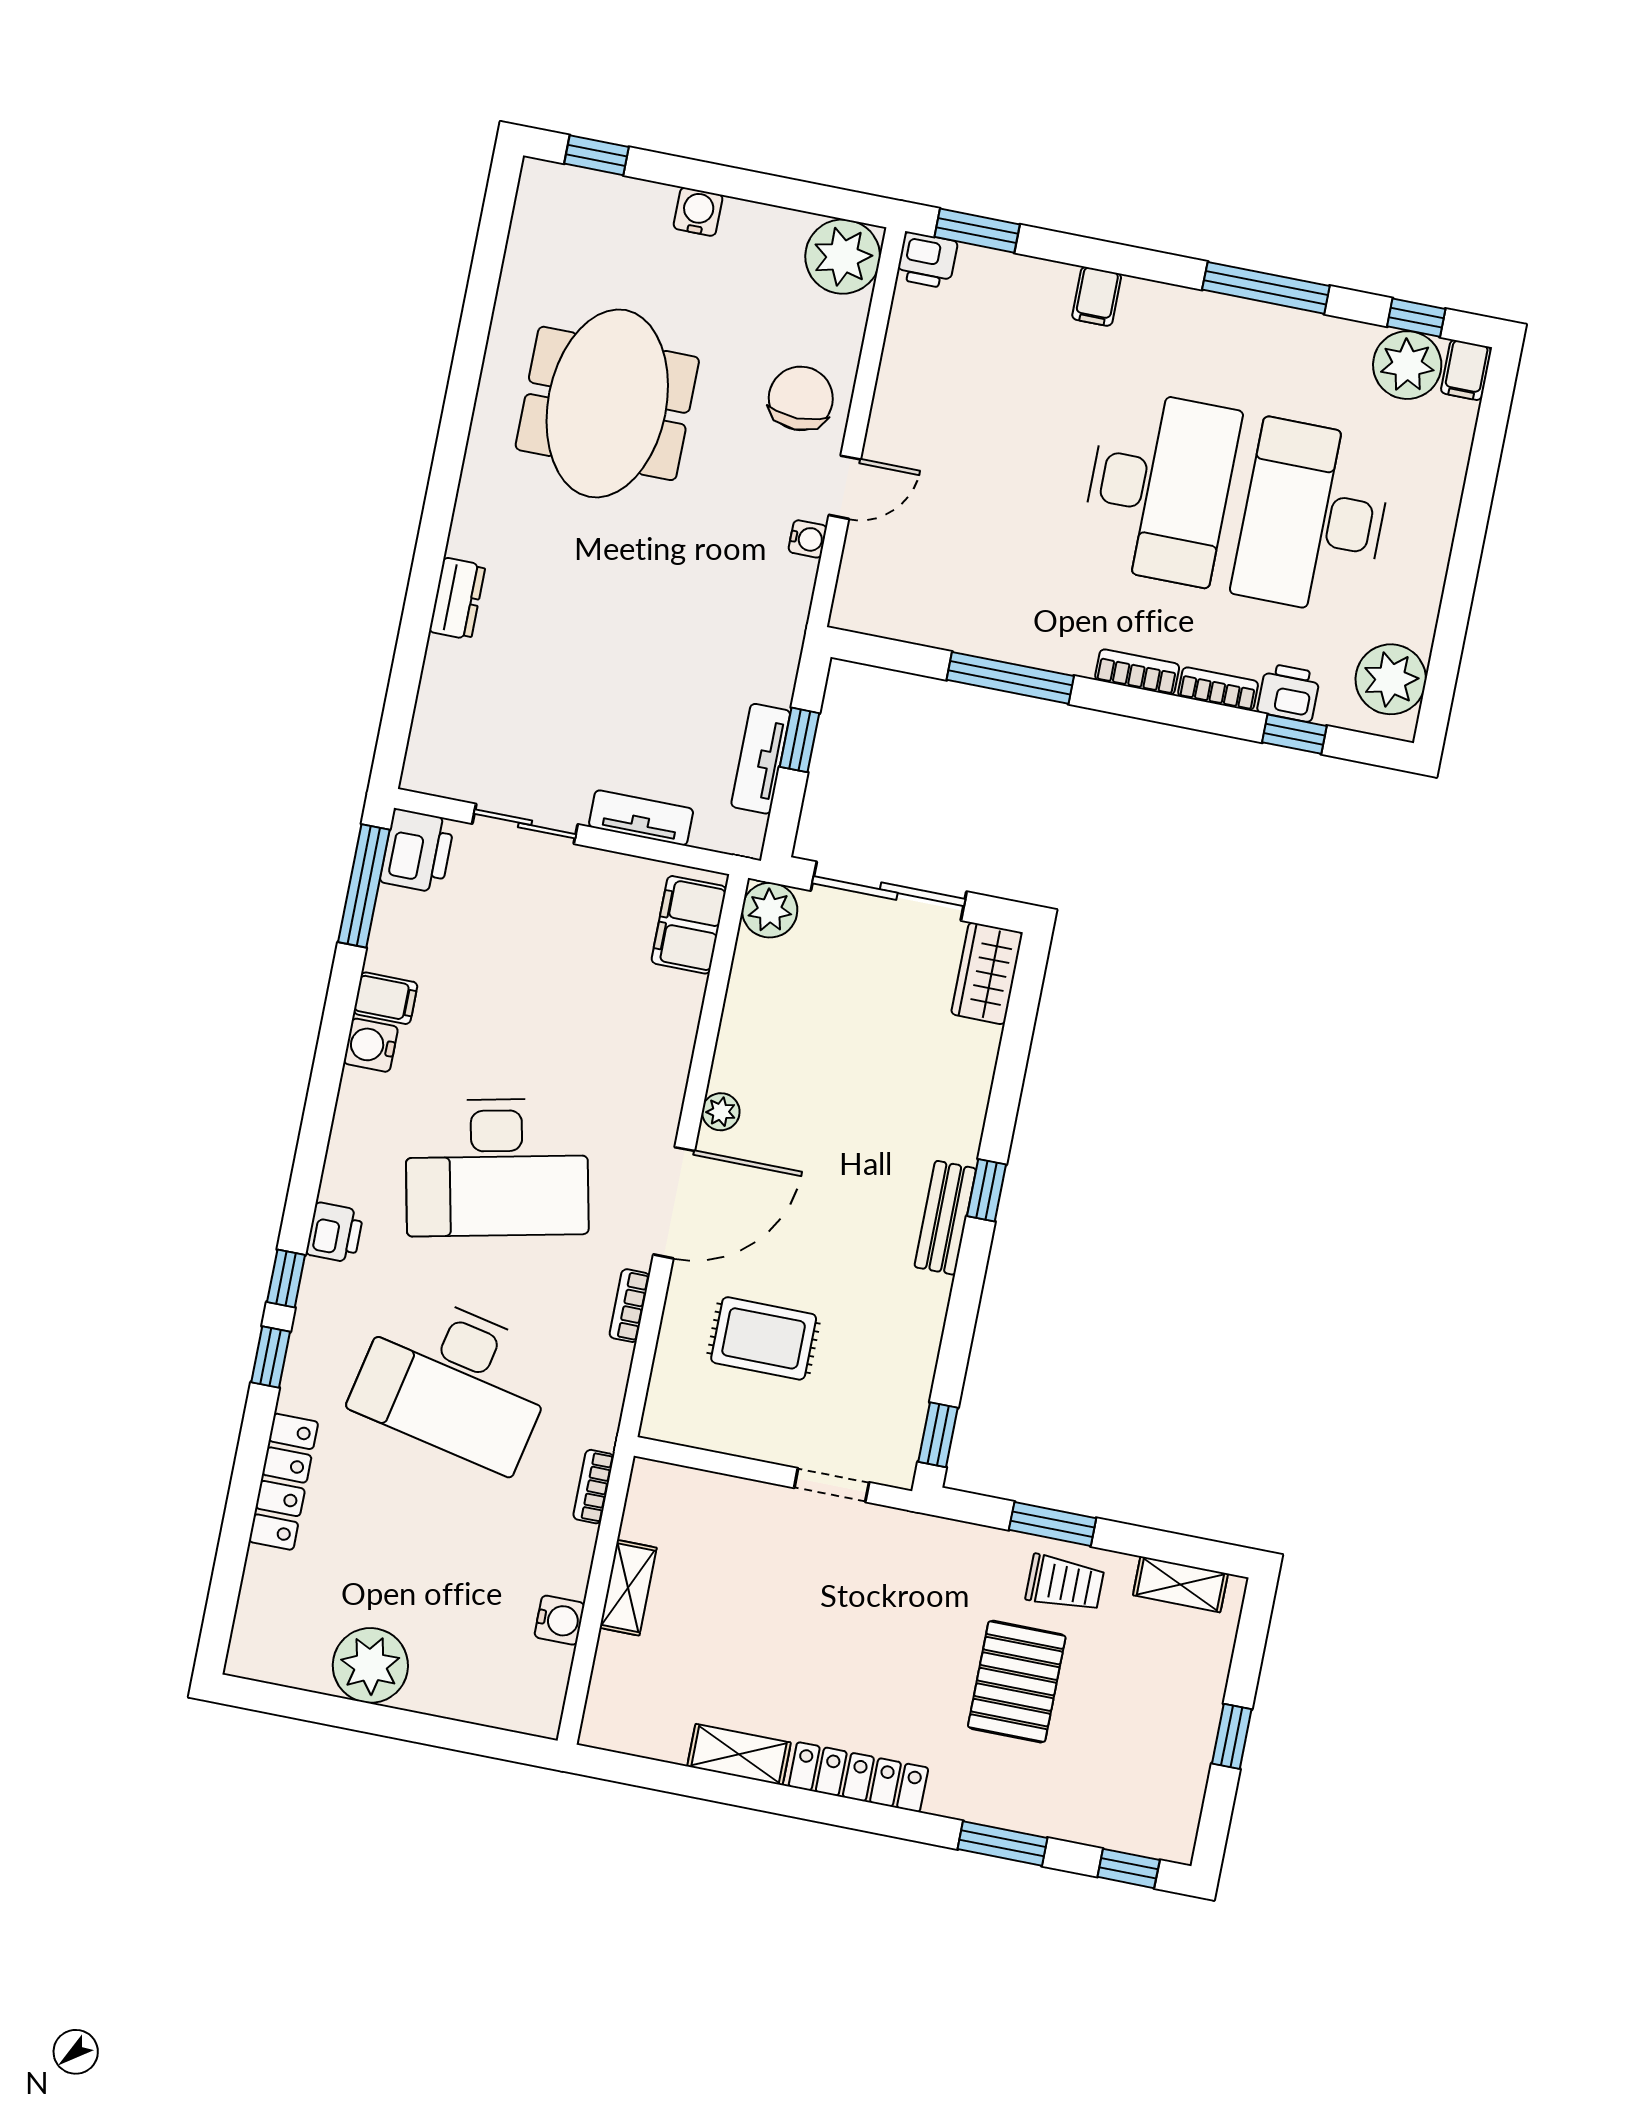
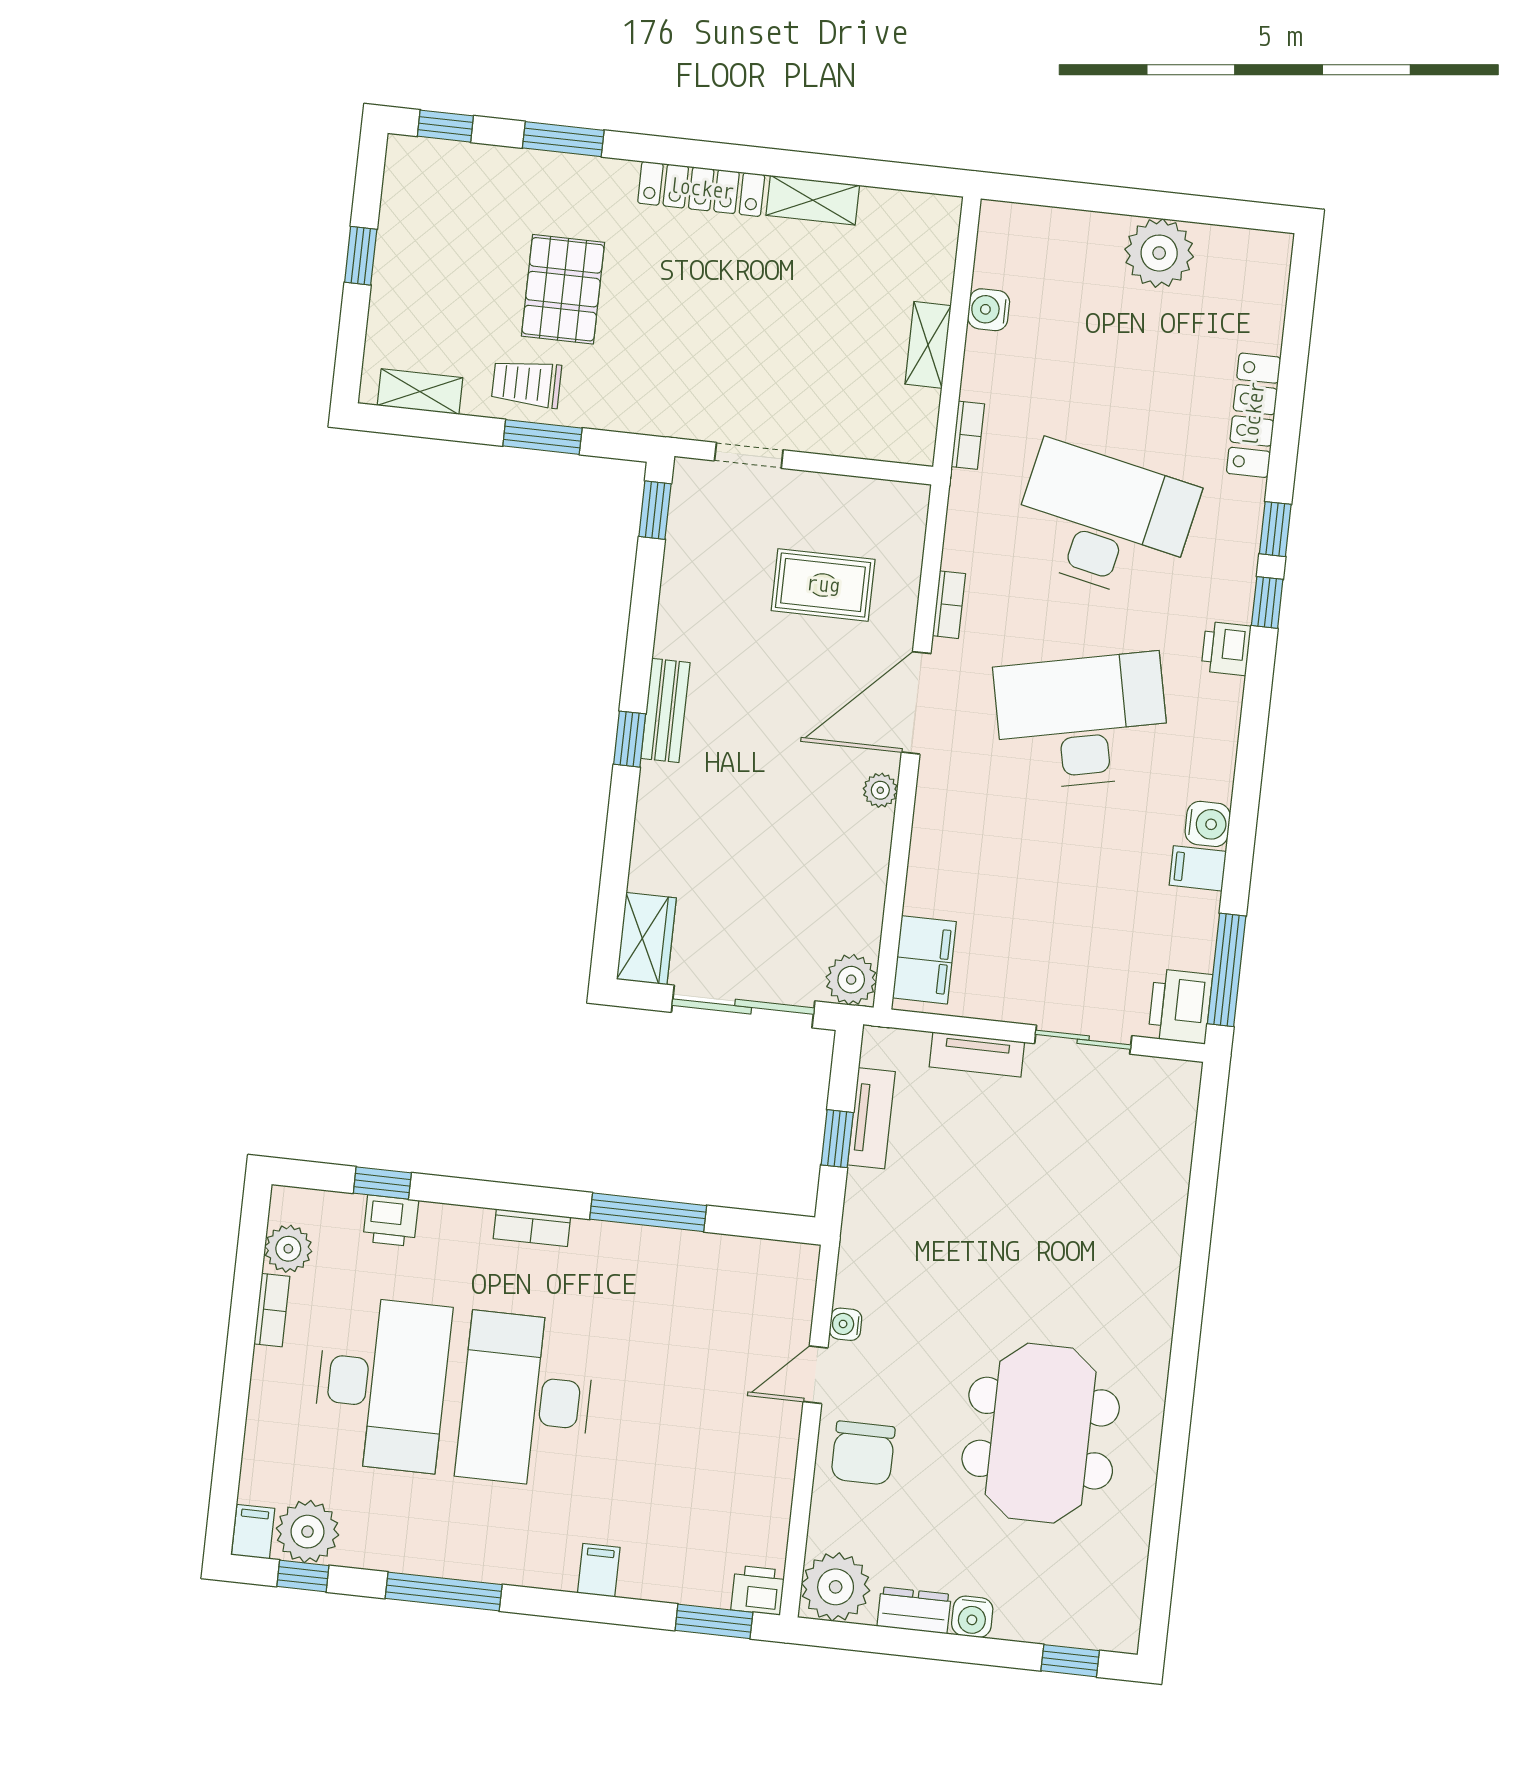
dresser: (457, 599) -> (914, 1610), moved, turned 90
plant: (1391, 679) -> (288, 1249), width x0.73, depth x0.73
bookcase: (1218, 689) -> (272, 1310), moved, turned -90

